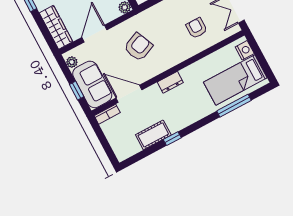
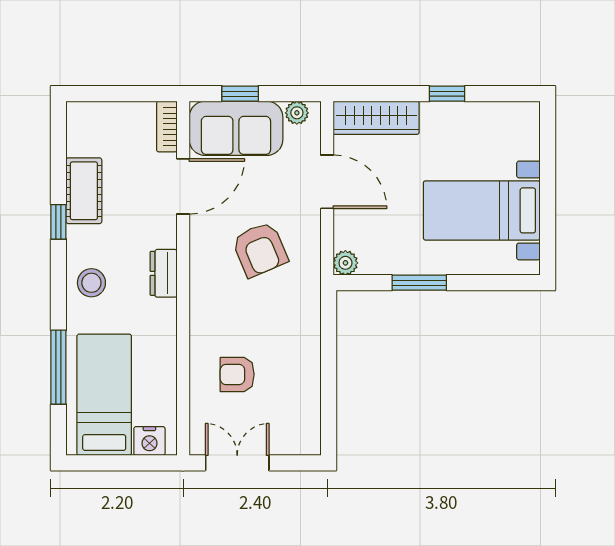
armchair: (197, 28) -> (237, 374), turned 180
stool: (191, 111) -> (91, 283), added

